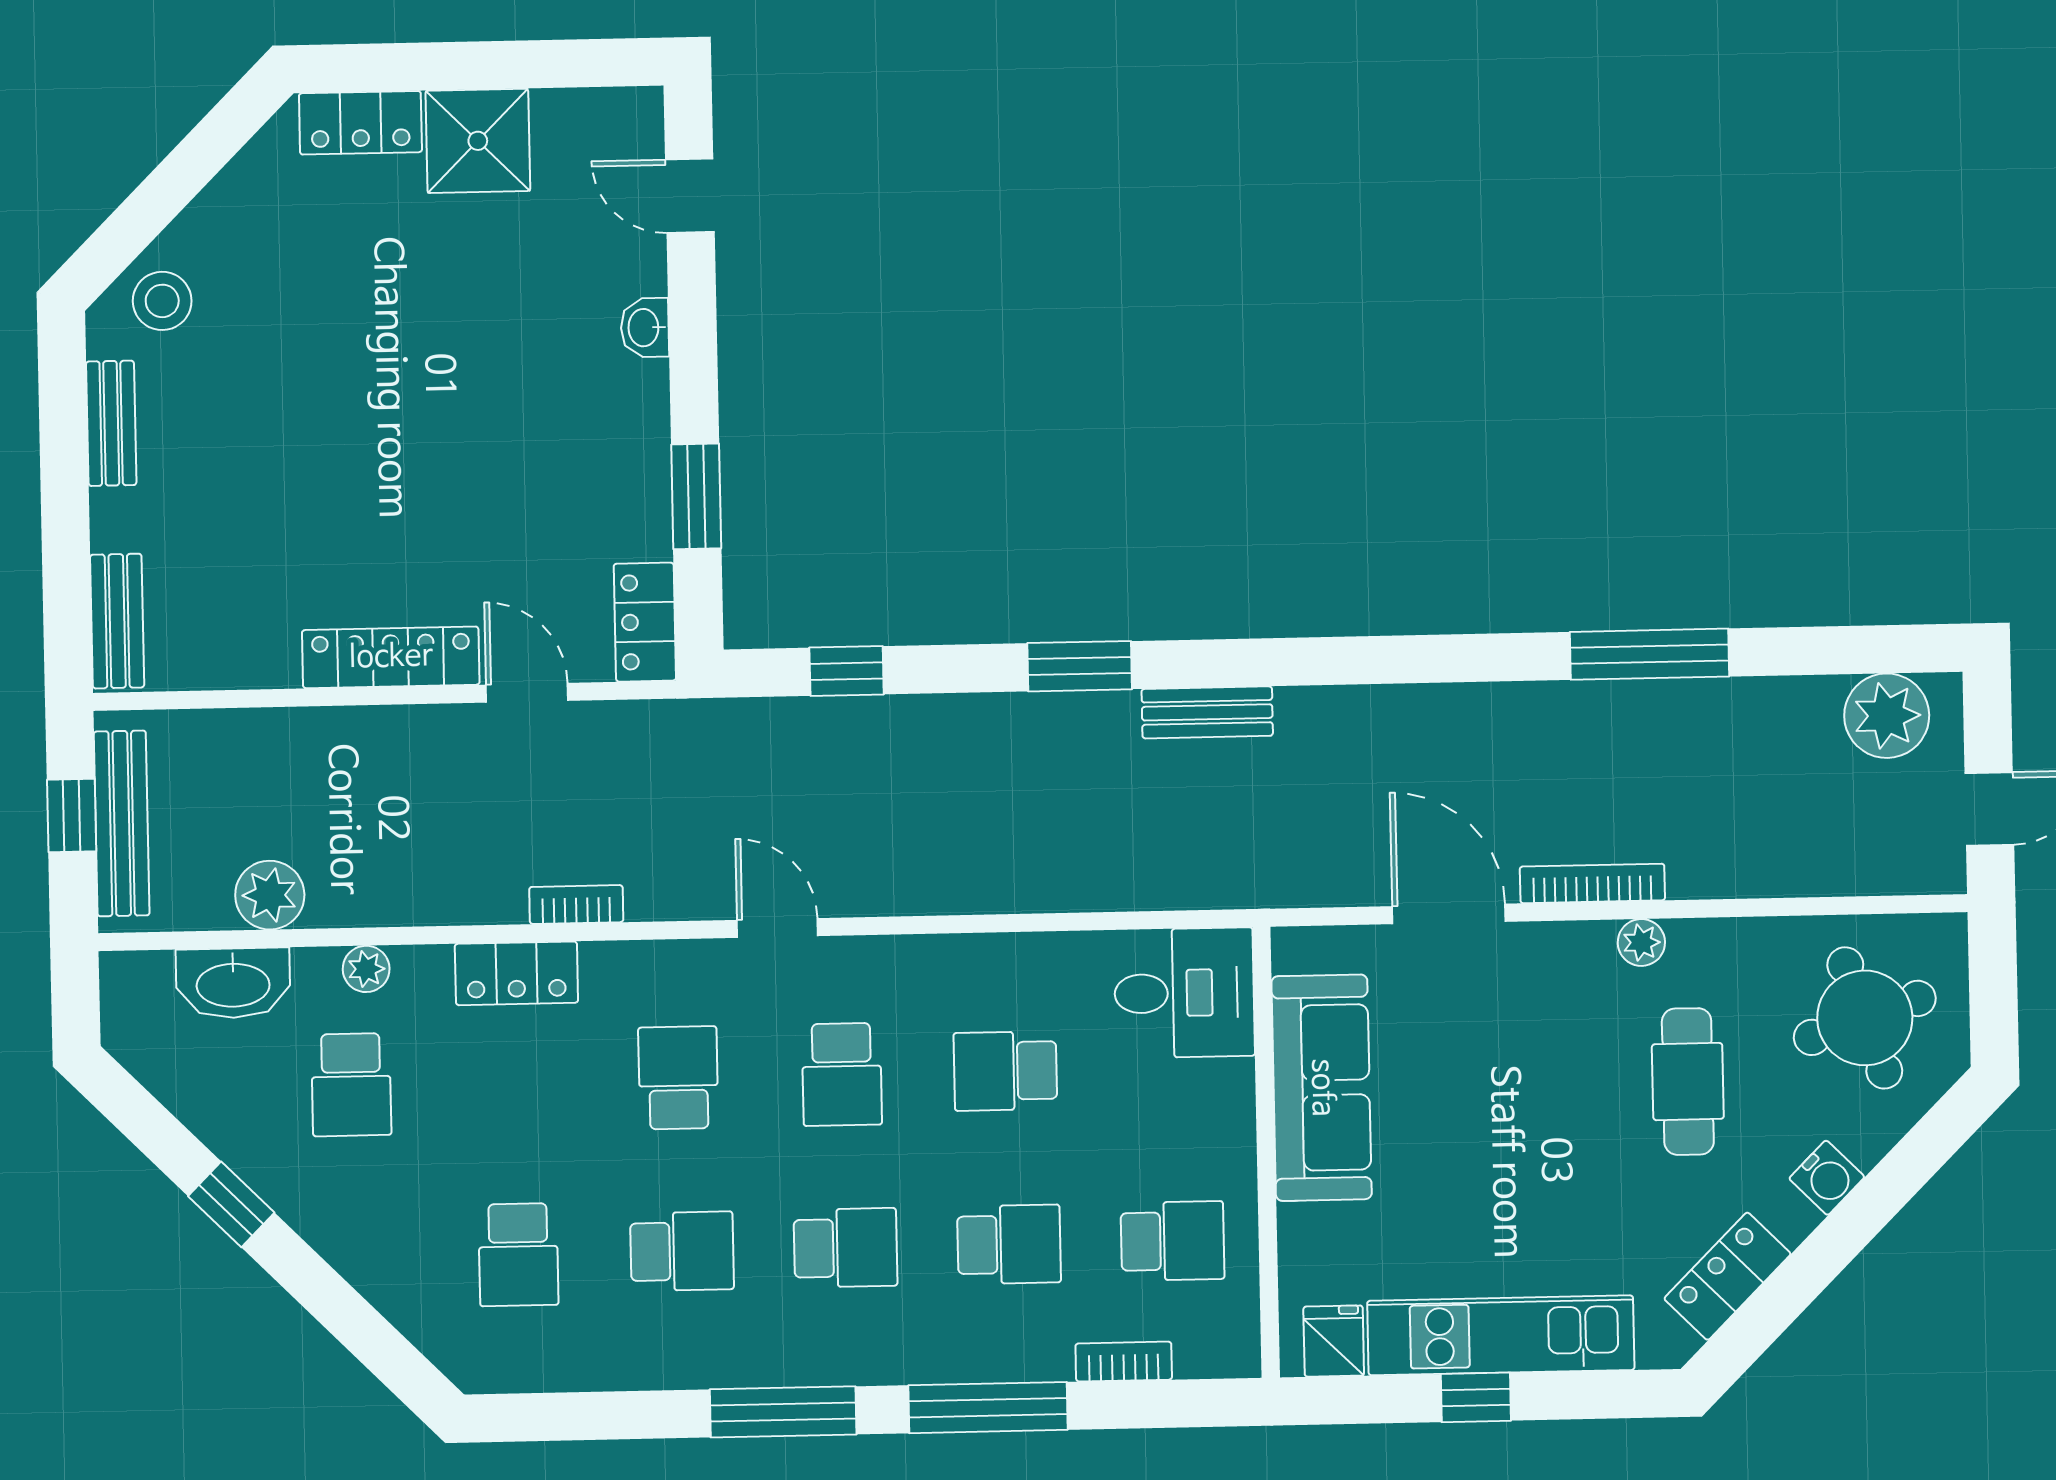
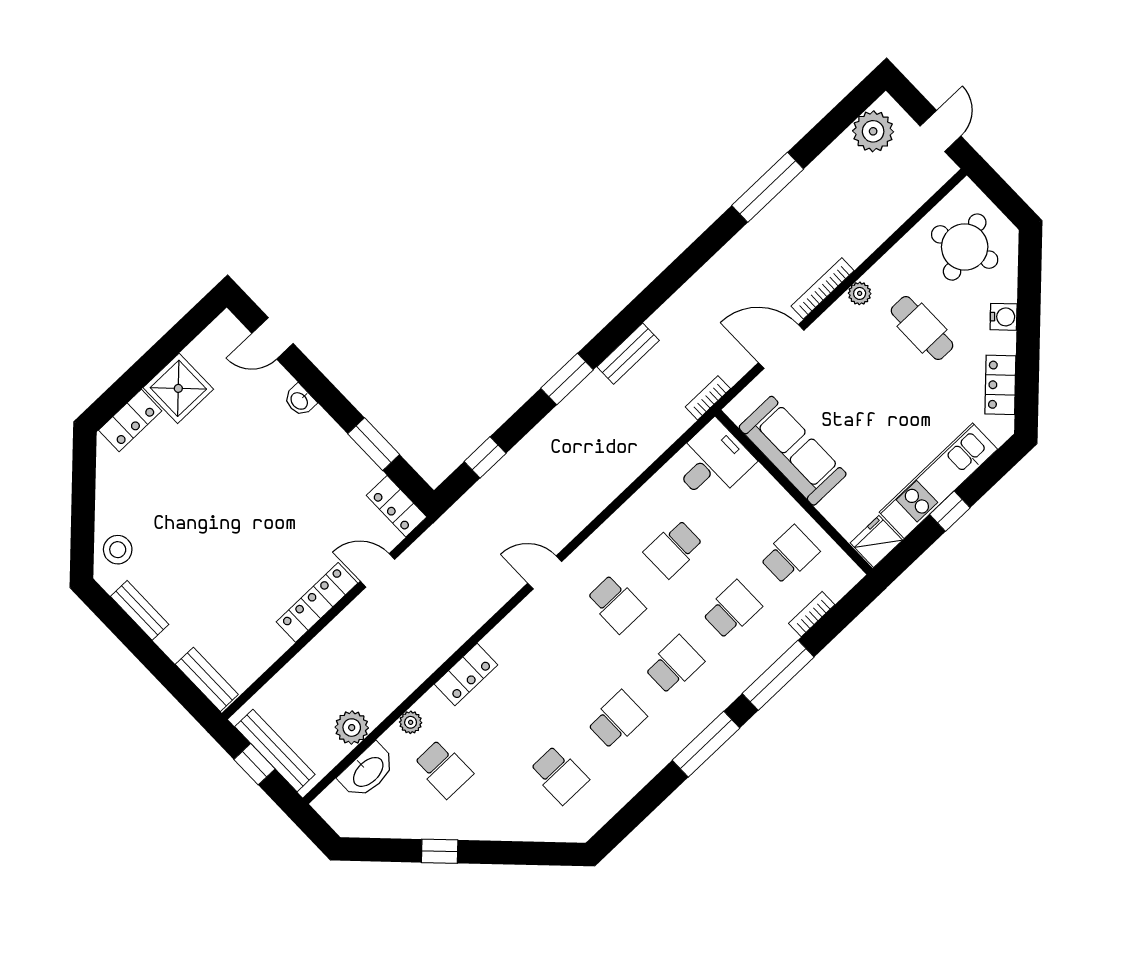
bookcase: (576, 905) -> (708, 398), moved
school desk: (678, 1078) -> (558, 659), removed
fridge: (1334, 1341) -> (876, 541), width x1.38

